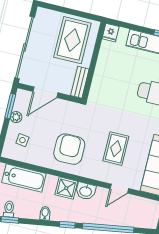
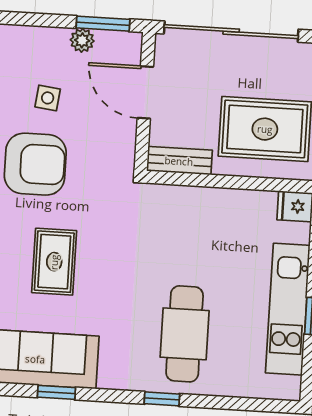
side table: (22, 140) -> (48, 98), moved
rug: (116, 149) -> (54, 262), turned 90

